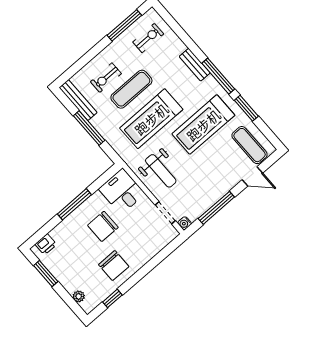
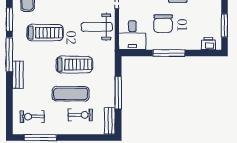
bench: (78, 100) -> (110, 121), width x0.73
treadmill: (151, 119) -> (74, 65), width x0.73, depth x0.73
treadmill: (203, 125) -> (45, 33), width x0.73, depth x0.73
weight bench: (161, 171) -> (97, 27), turned -90
chair: (103, 226) -> (163, 24), turned 90

